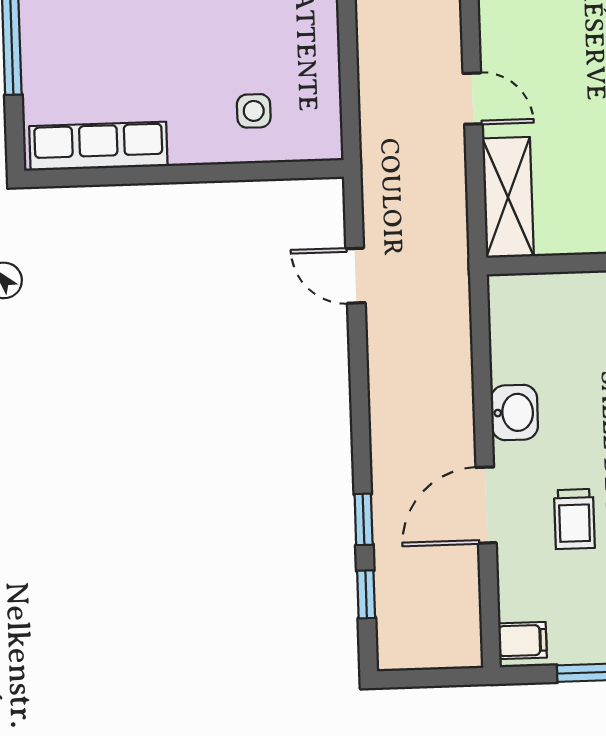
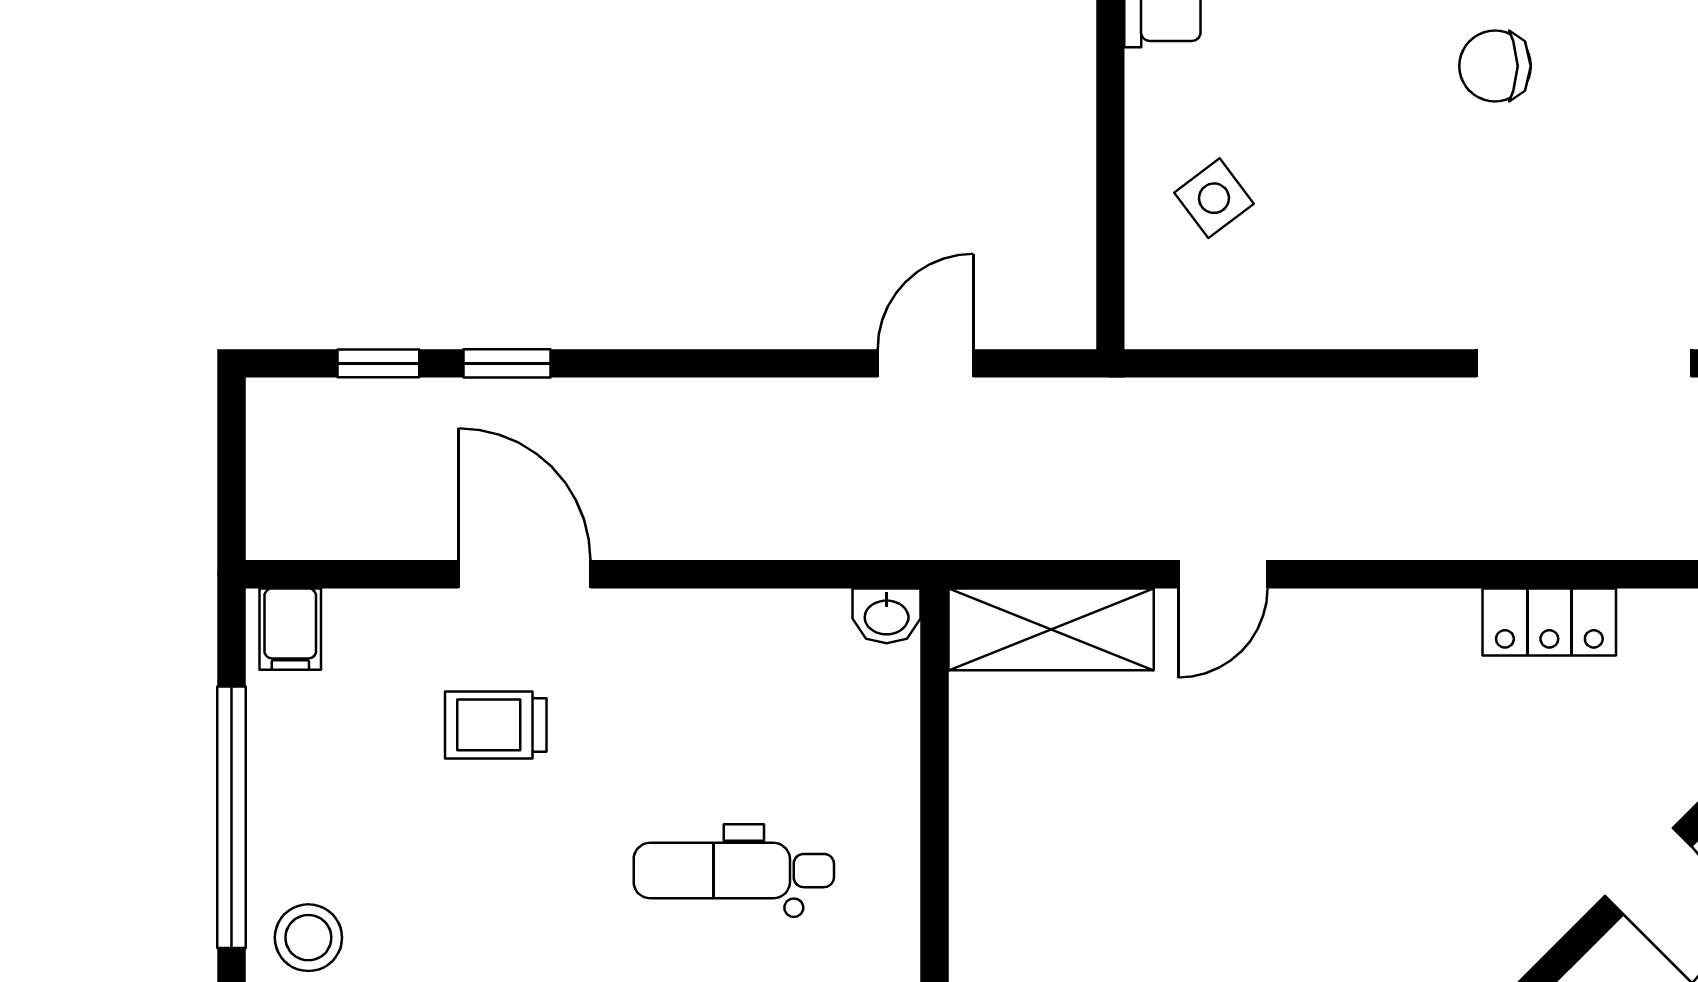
side table: (254, 111) -> (1214, 198), turned -37
washbasin: (514, 412) -> (887, 616), moved, width x0.72, depth x0.69

